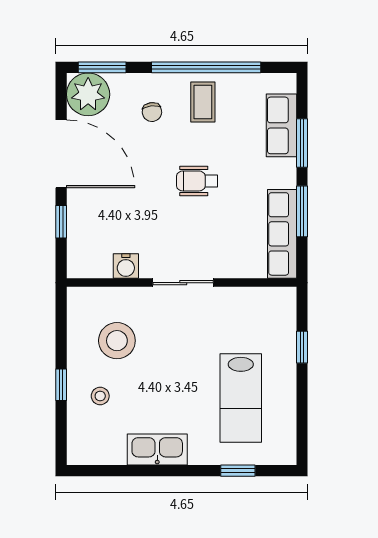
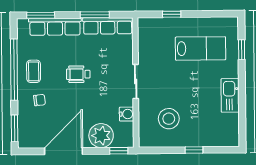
plant: (88, 94) -> (101, 136), moved
coffee table: (203, 102) -> (34, 71), turned 90
row of seats: (281, 125) -> (55, 27), width x1.48
window: (302, 143) -> (41, 15), moved
wheelchair: (197, 181) -> (78, 74), turned 90
window: (61, 222) -> (119, 151), moved
stool: (100, 396) -> (200, 128), removed

